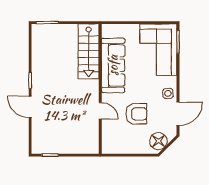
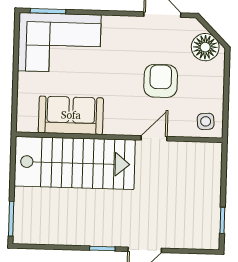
stairs: (89, 51) -> (75, 163), width x1.36, depth x1.51
sofa: (113, 65) -> (71, 115), width x0.73
side table: (168, 93) -> (206, 121), moved

